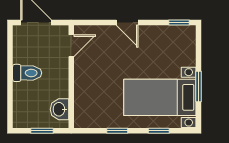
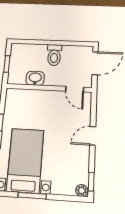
plant: (189, 33) -> (82, 190), added
washbasin: (59, 109) -> (35, 78), moved

